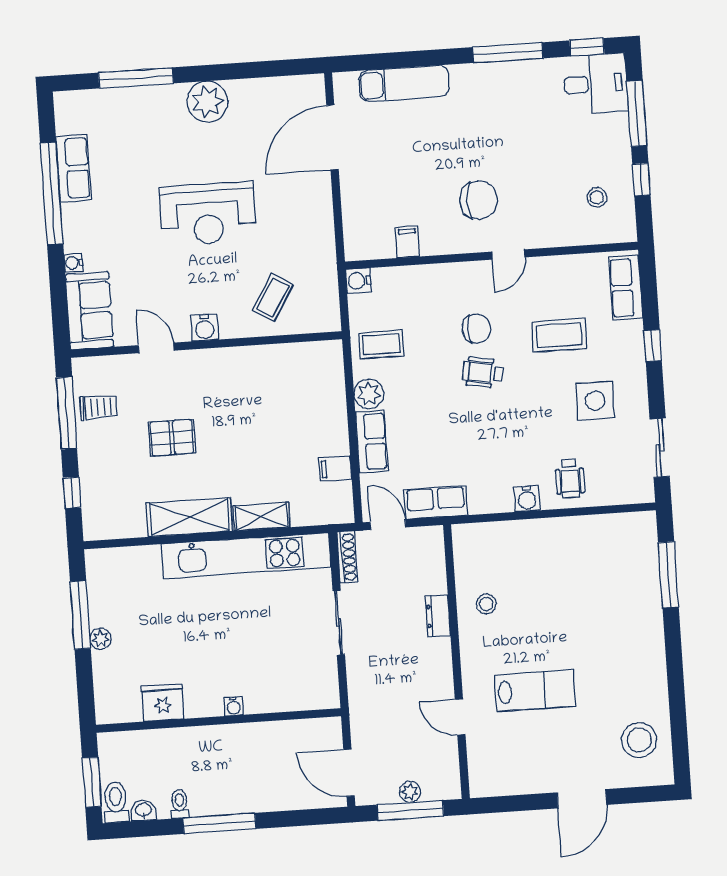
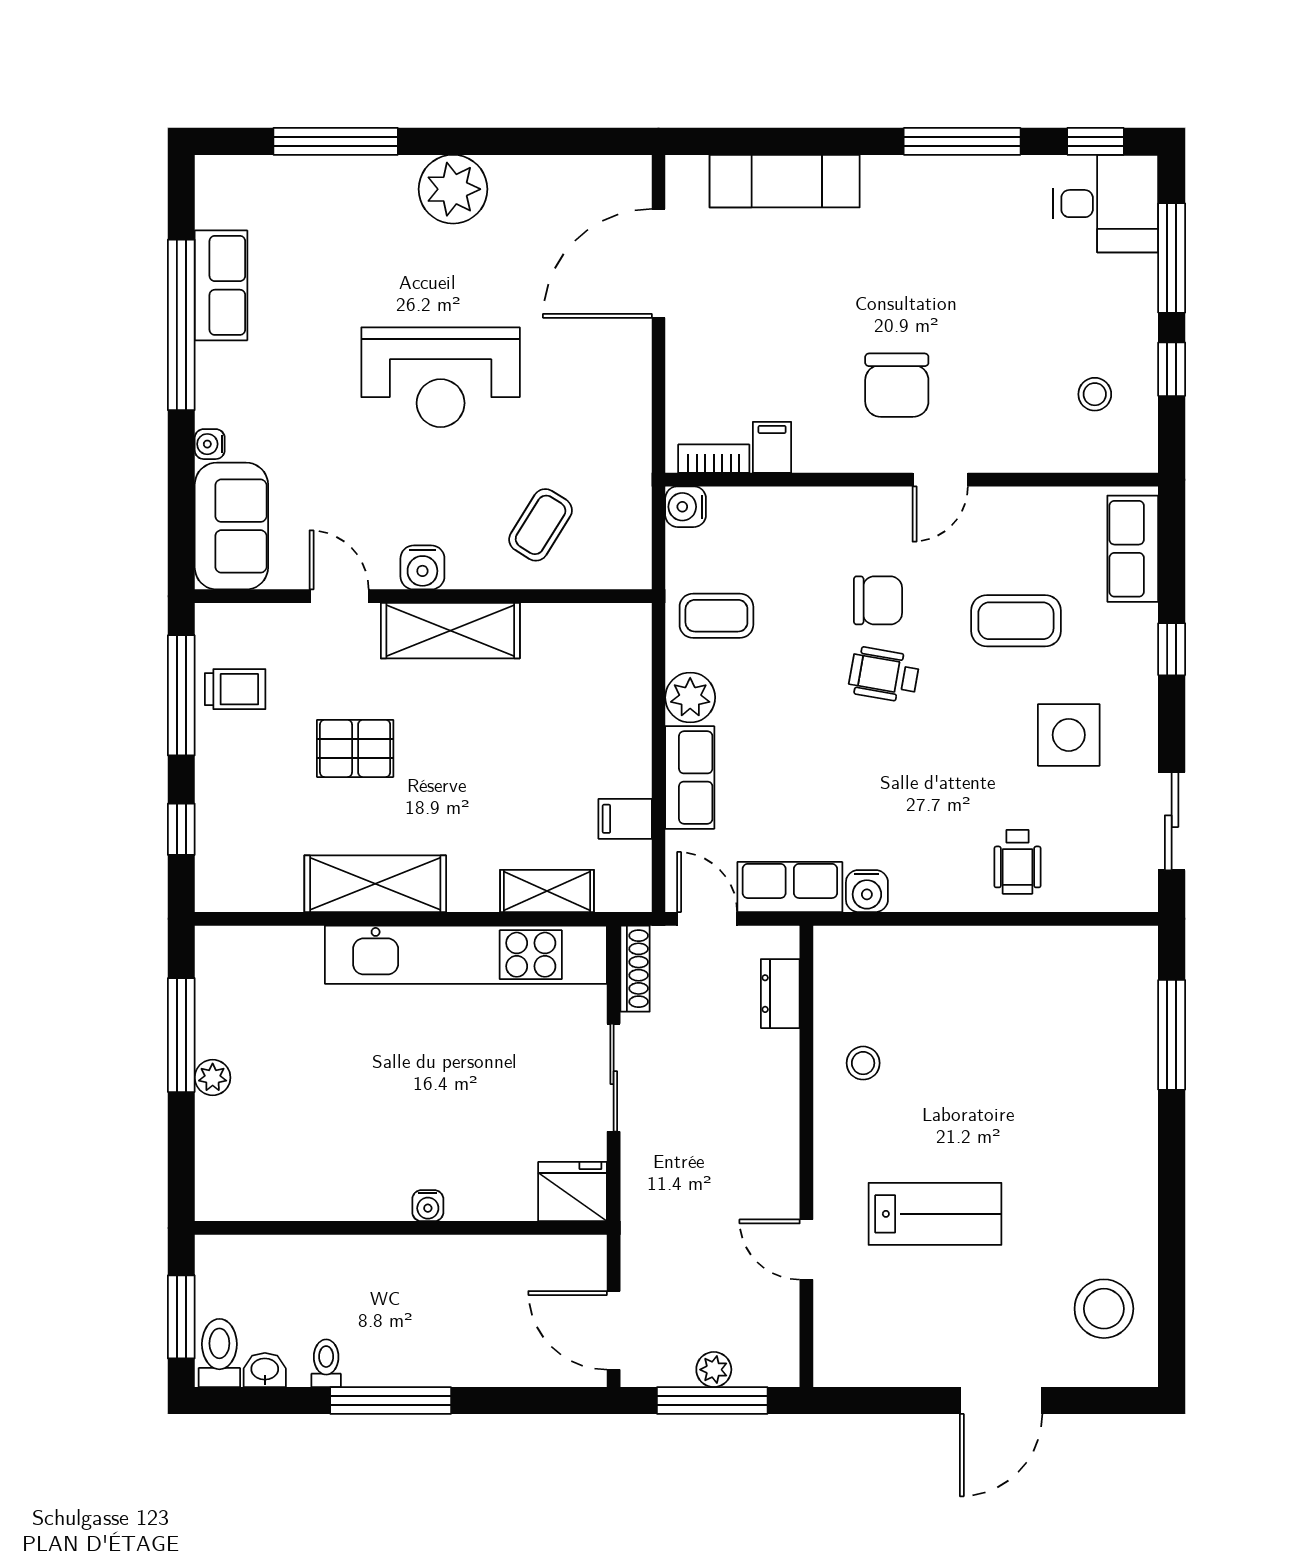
chair: (479, 200) -> (897, 385), turned 90
bookcase: (373, 251) -> (714, 459), added
shelving: (224, 364) -> (450, 631), added
water cooler: (527, 499) -> (867, 891), moved
shelving: (262, 517) -> (547, 891), moved
dresser: (438, 616) -> (780, 994), moved
fridge: (163, 703) -> (573, 1192), moved

